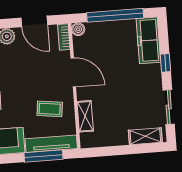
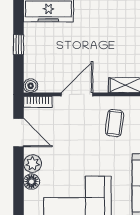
window: (115, 15) -> (19, 45), width x0.32
door: (34, 21) -> (19, 133), hinge flipped

